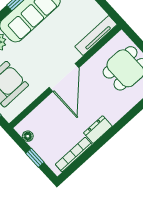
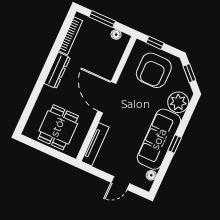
dresser: (98, 130) -> (57, 70), width x1.44
window: (35, 158) -> (102, 19), width x1.50

